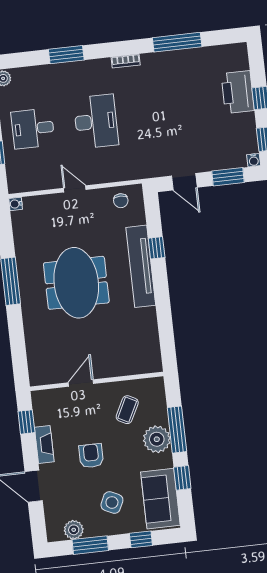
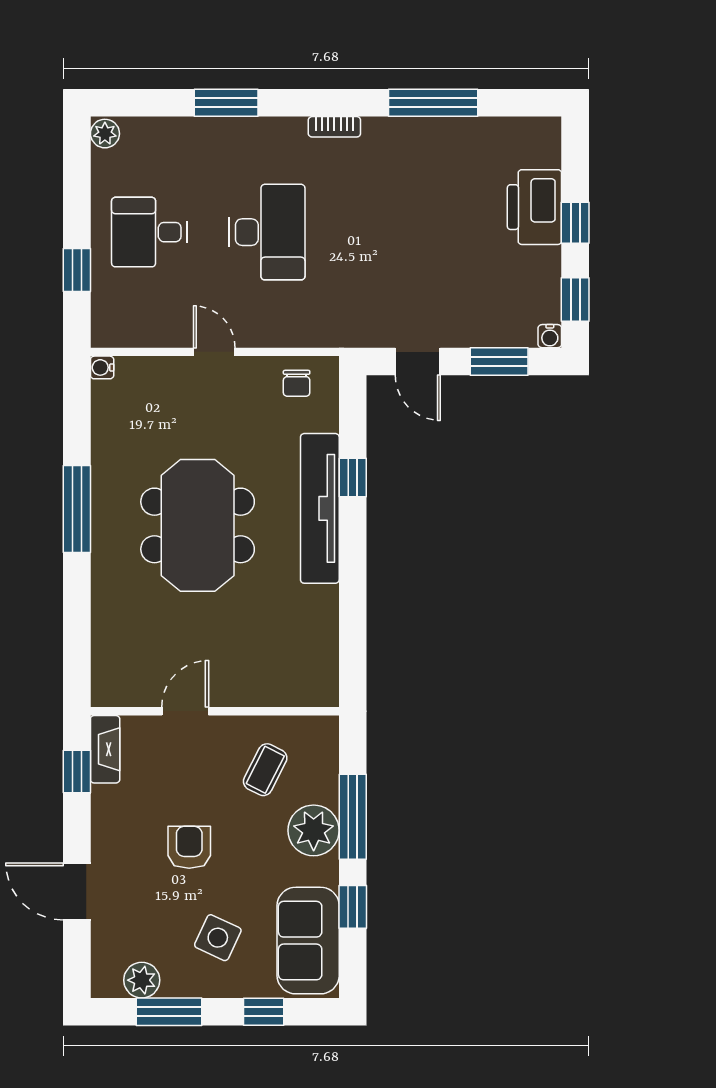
fireplace: (44, 444) -> (105, 749), moved

